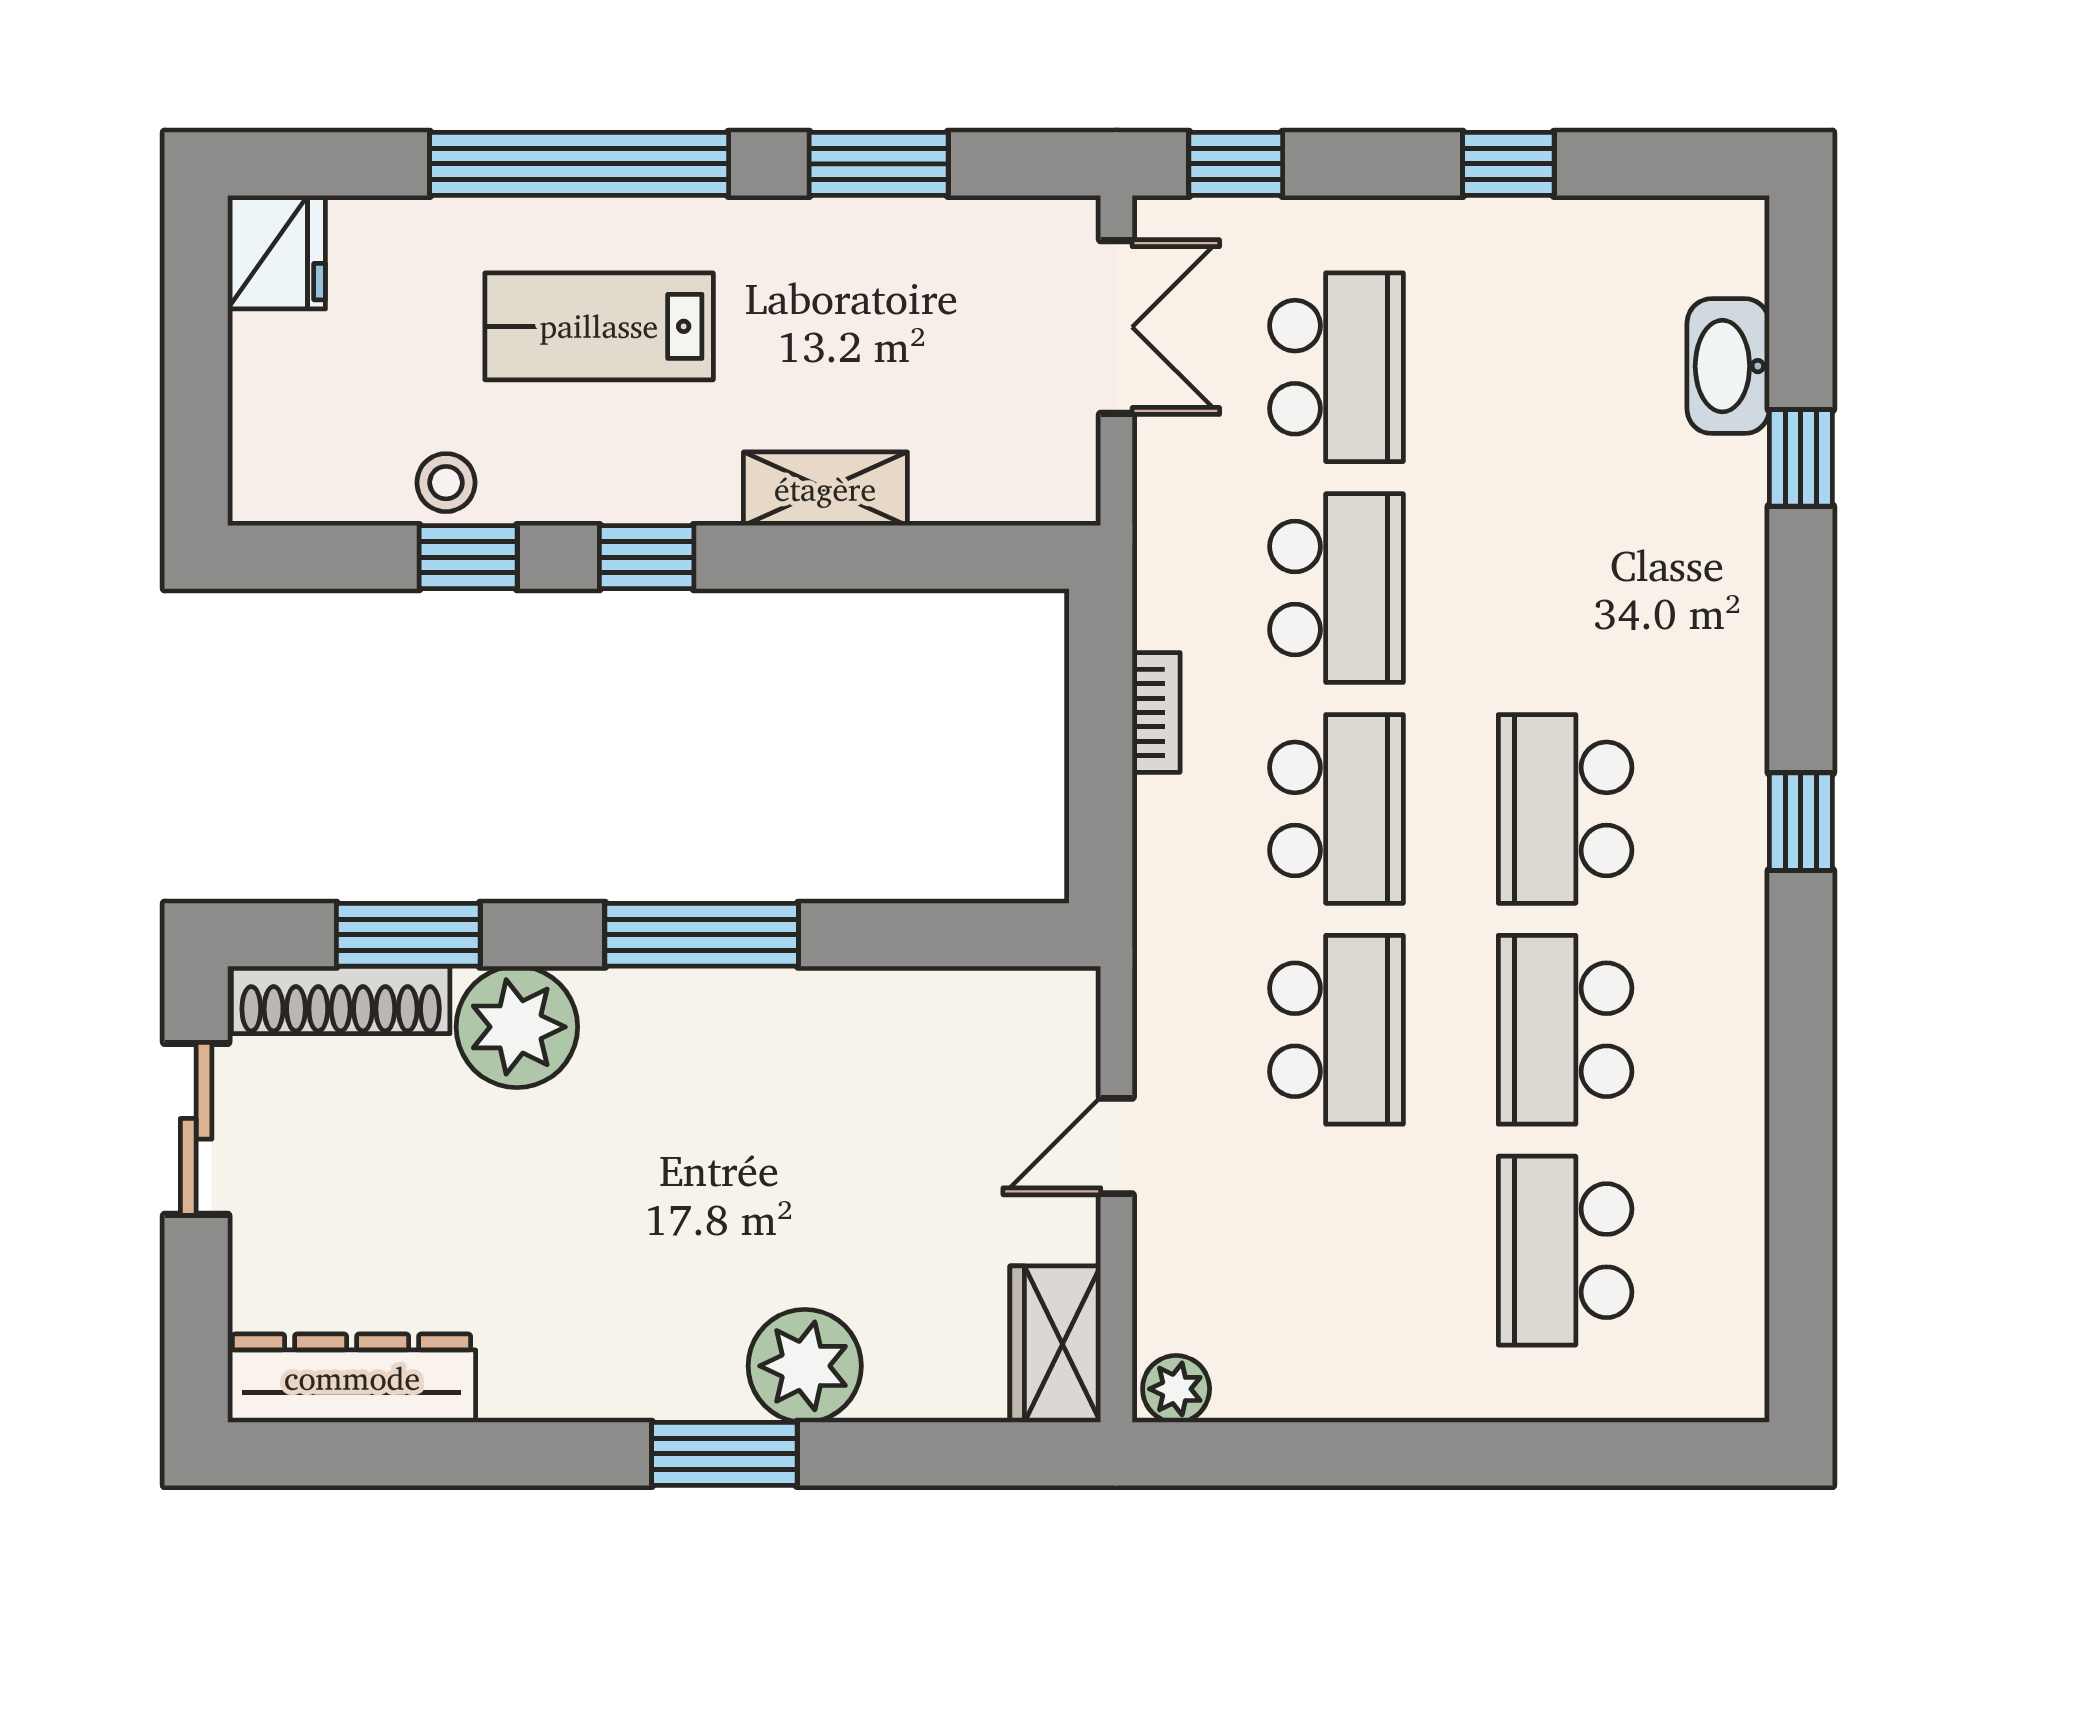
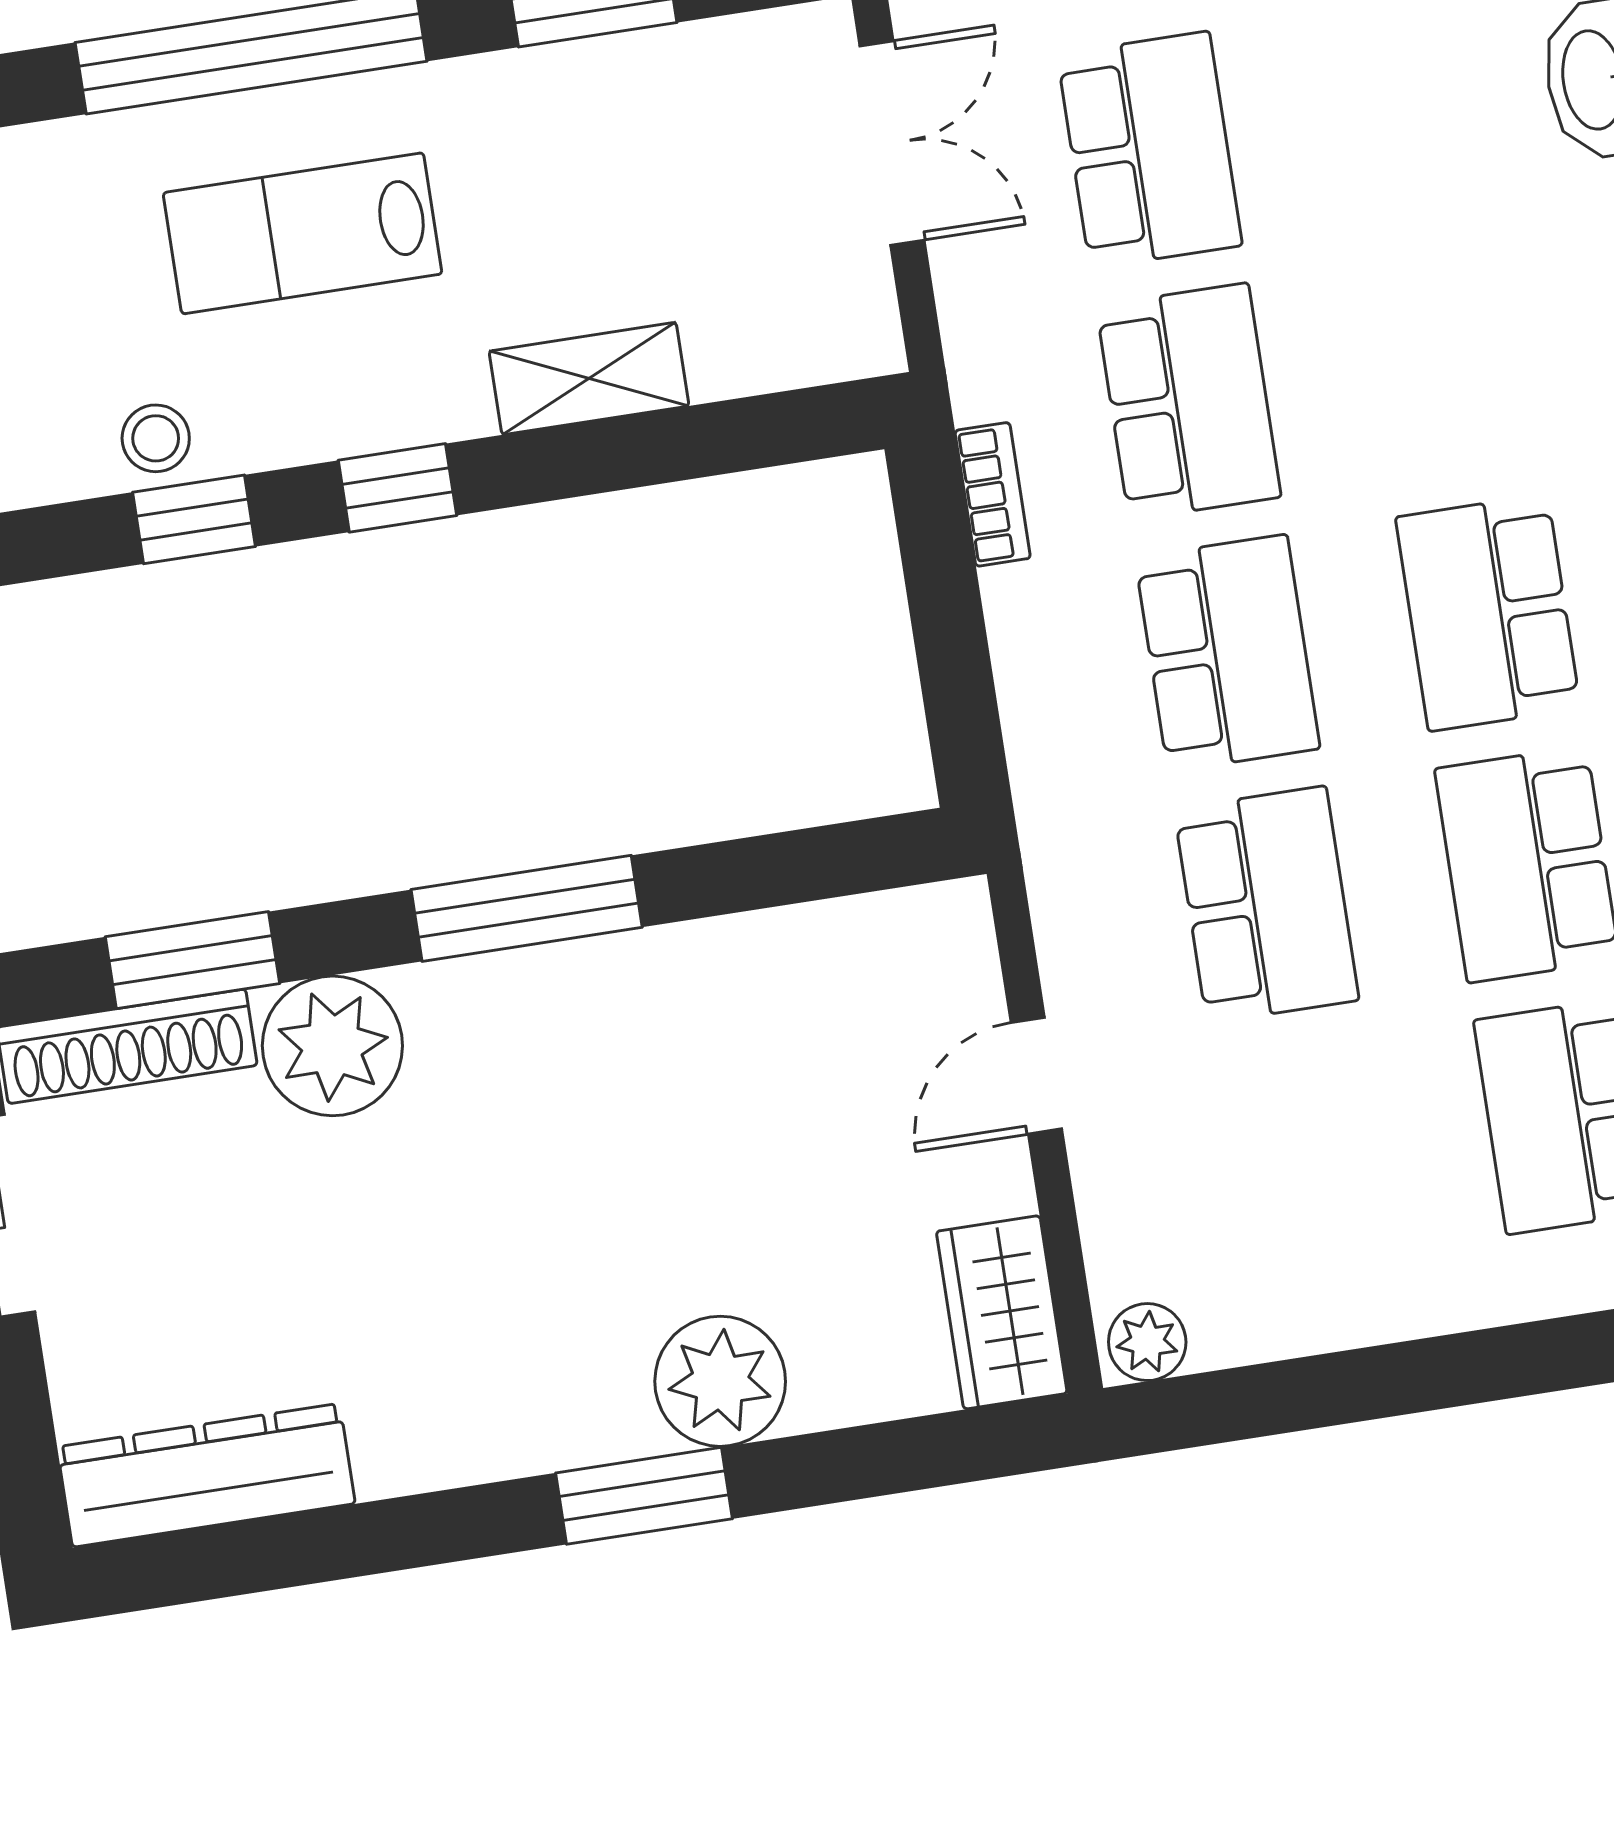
bookcase: (1156, 712) -> (993, 494), moved

